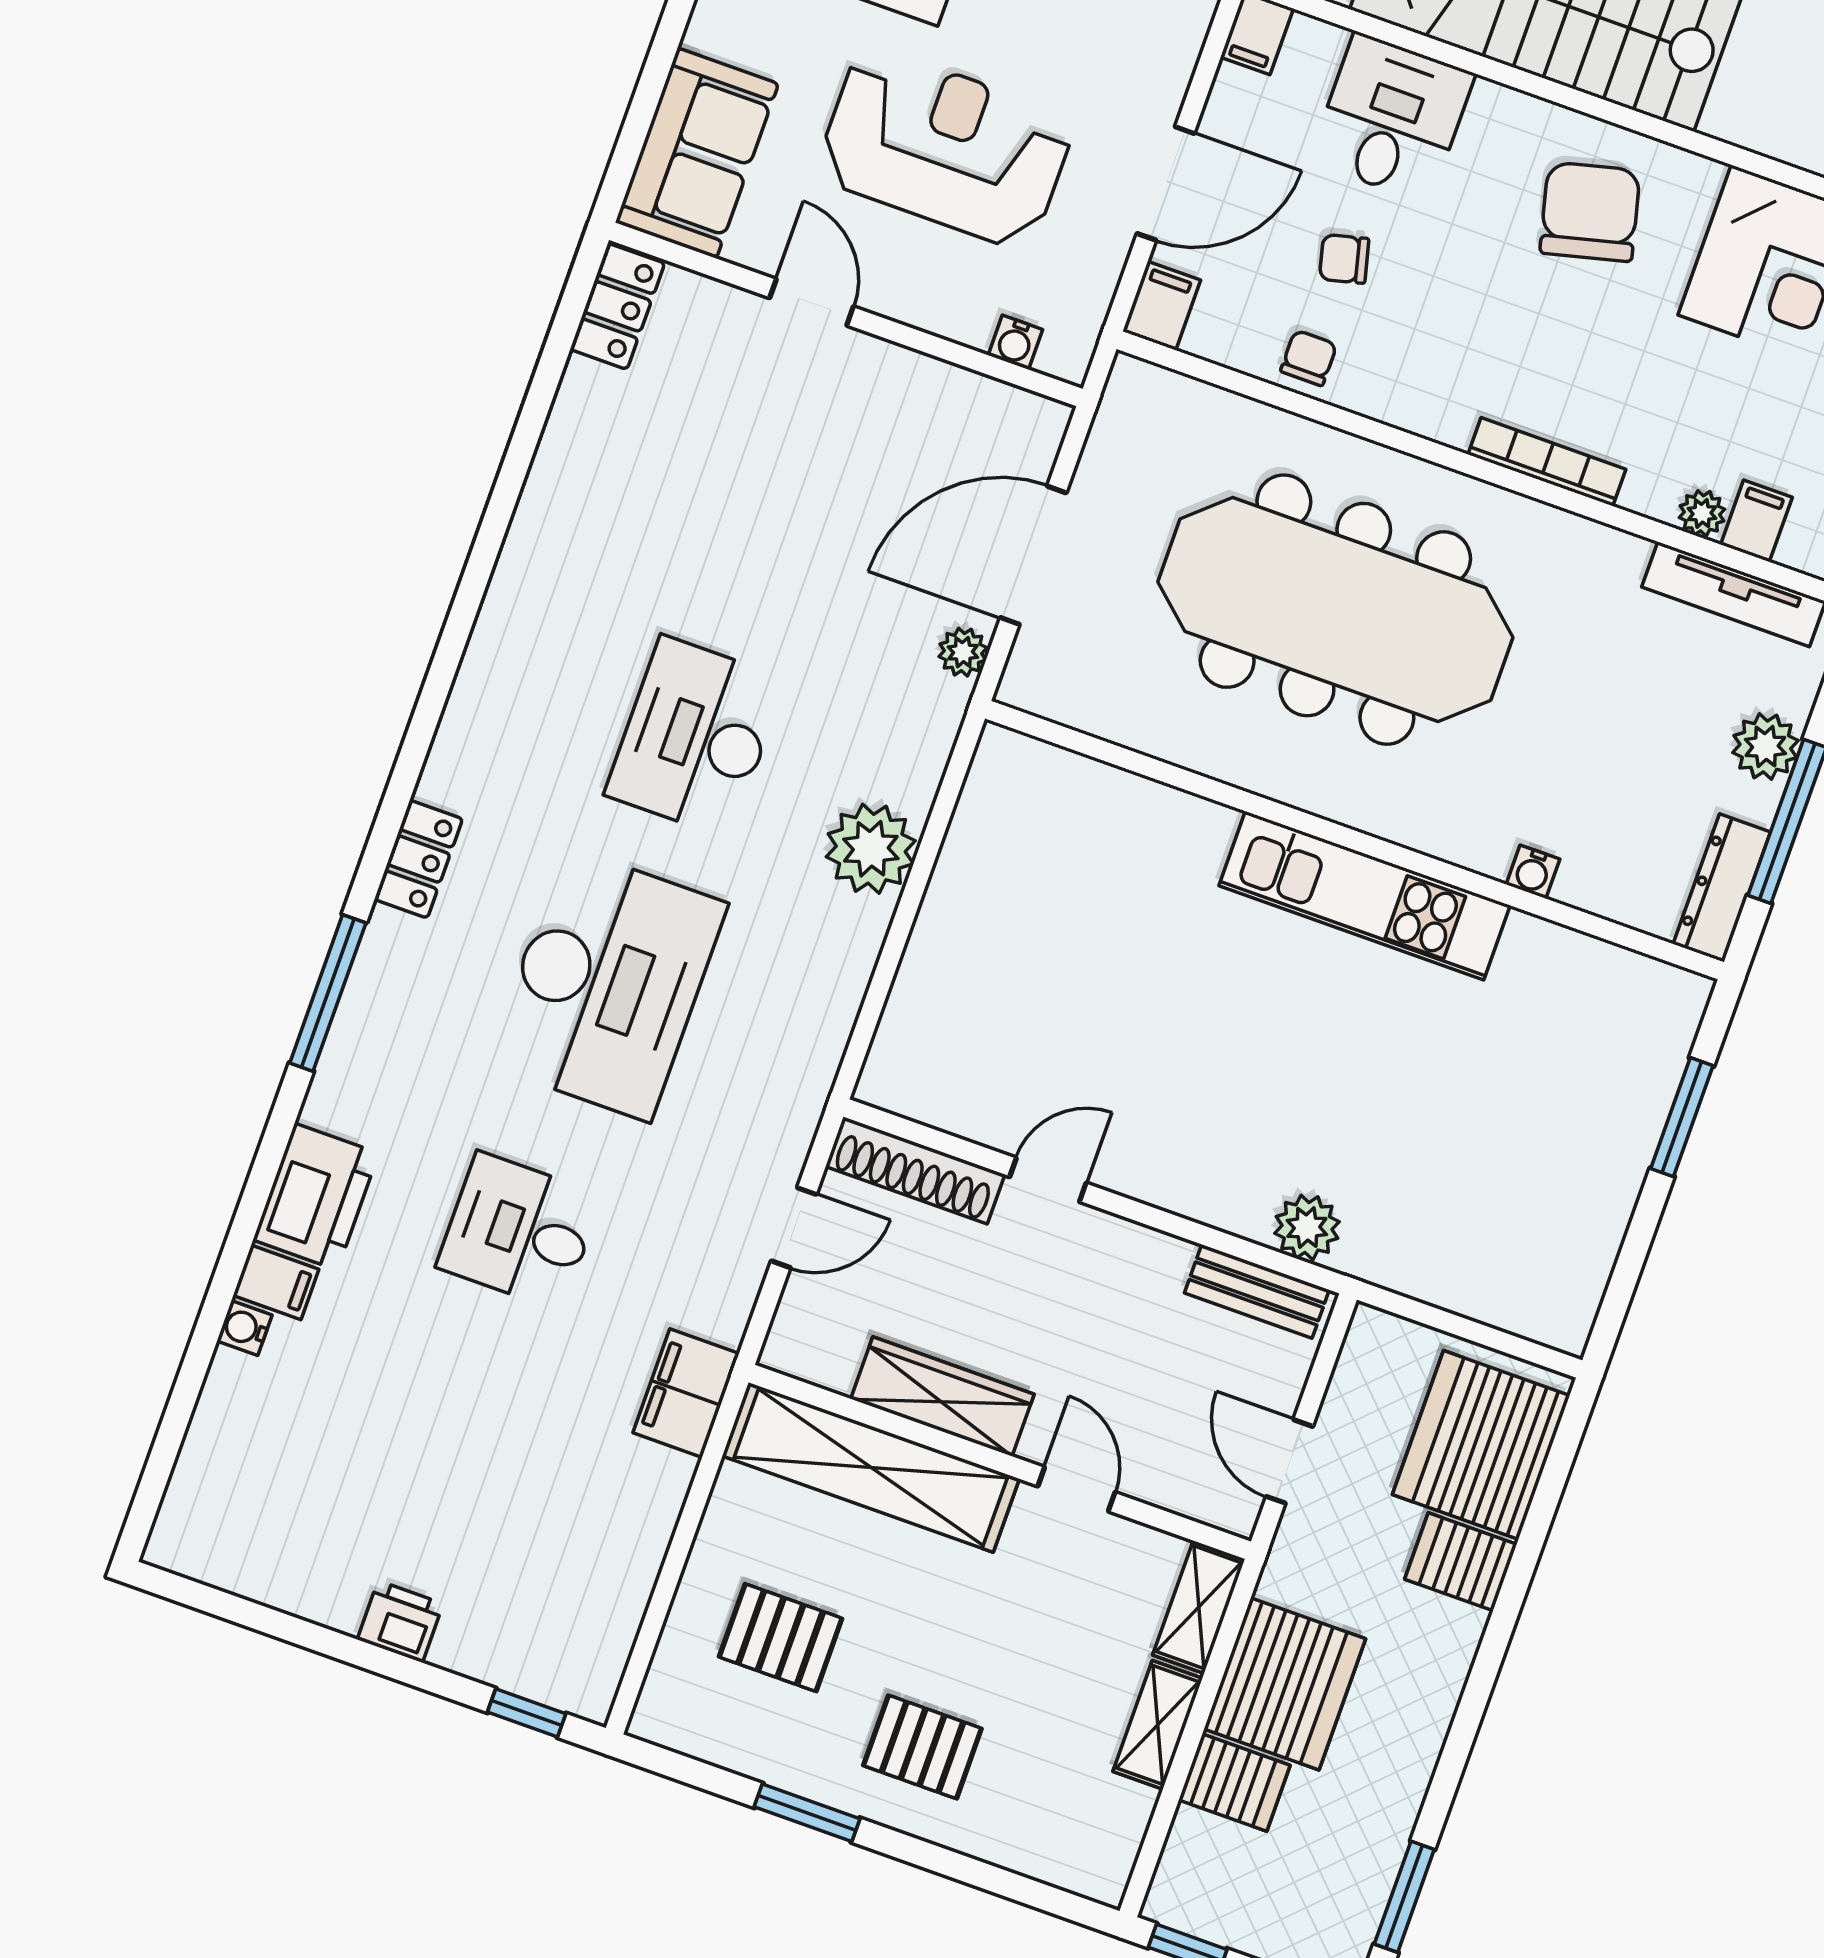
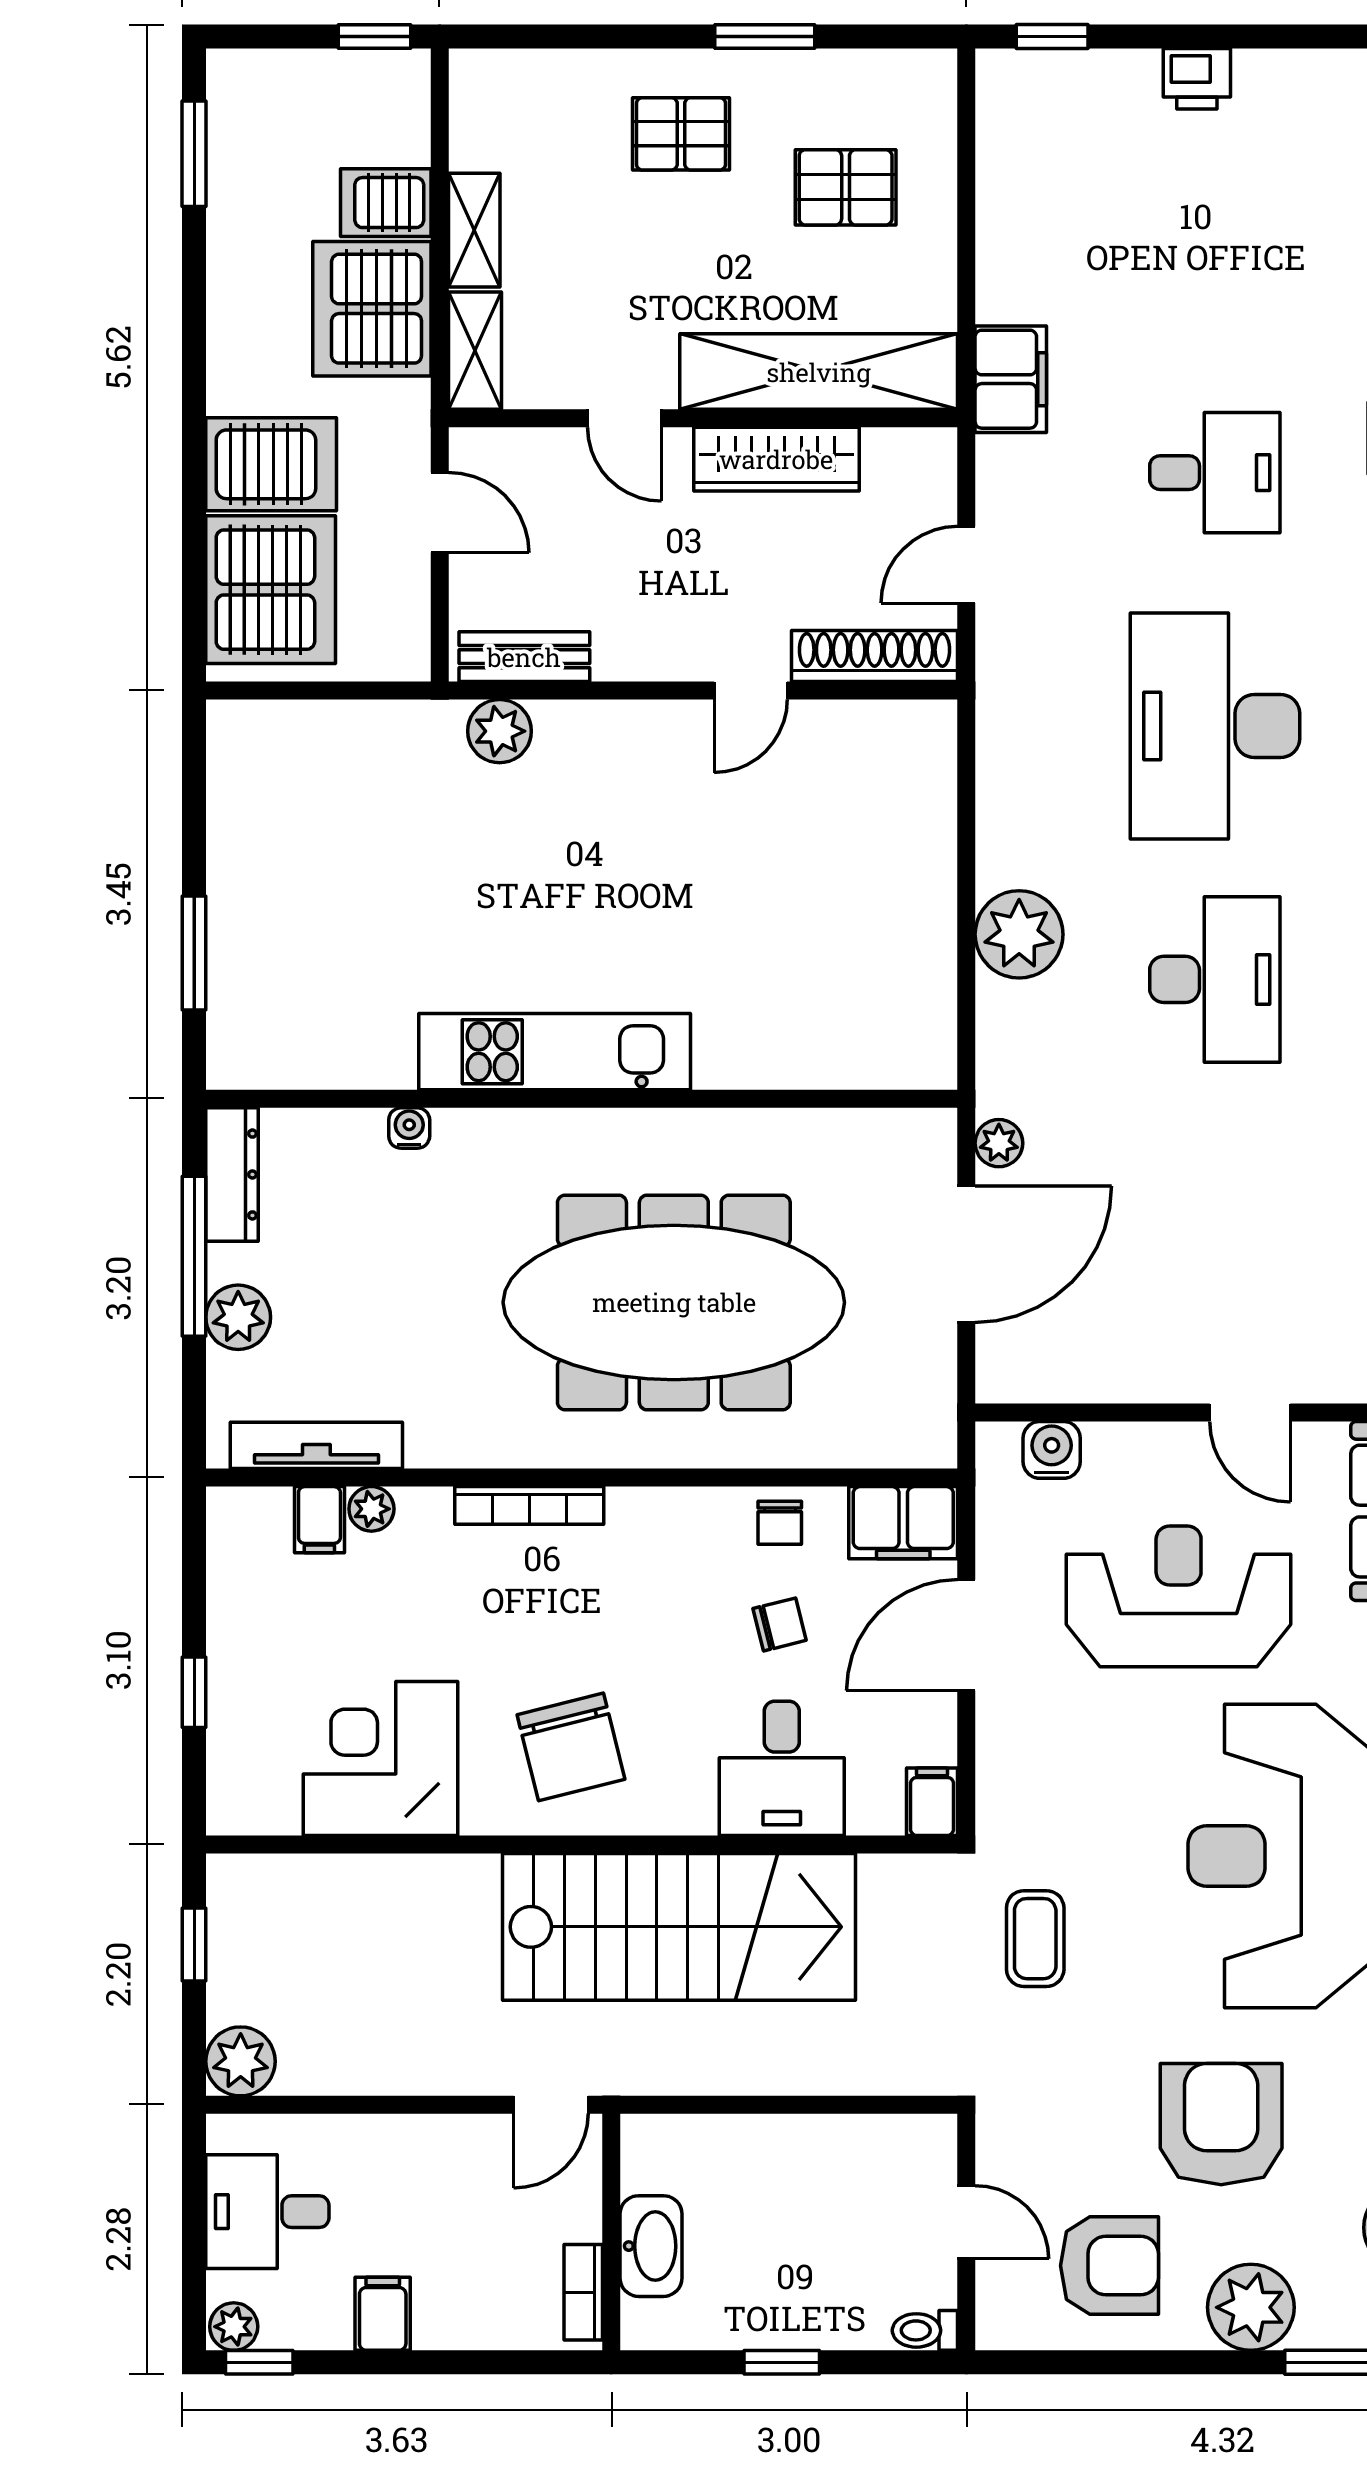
reception desk: (945, 148) -> (1179, 1596), turned 180
filing cabinet: (1162, 306) -> (903, 1523), width x2.00
water cooler: (1015, 342) -> (1052, 1450), width x1.38, depth x1.38
server rack: (1461, 1562) -> (271, 464), width x1.36, depth x1.44

